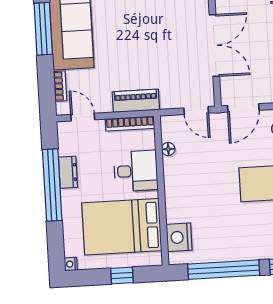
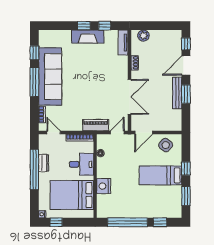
piano: (136, 101) -> (96, 125), moved
door: (196, 111) -> (117, 133), swing flipped
nightstand: (179, 237) -> (104, 186), moved
window: (122, 275) -> (56, 222), moved

